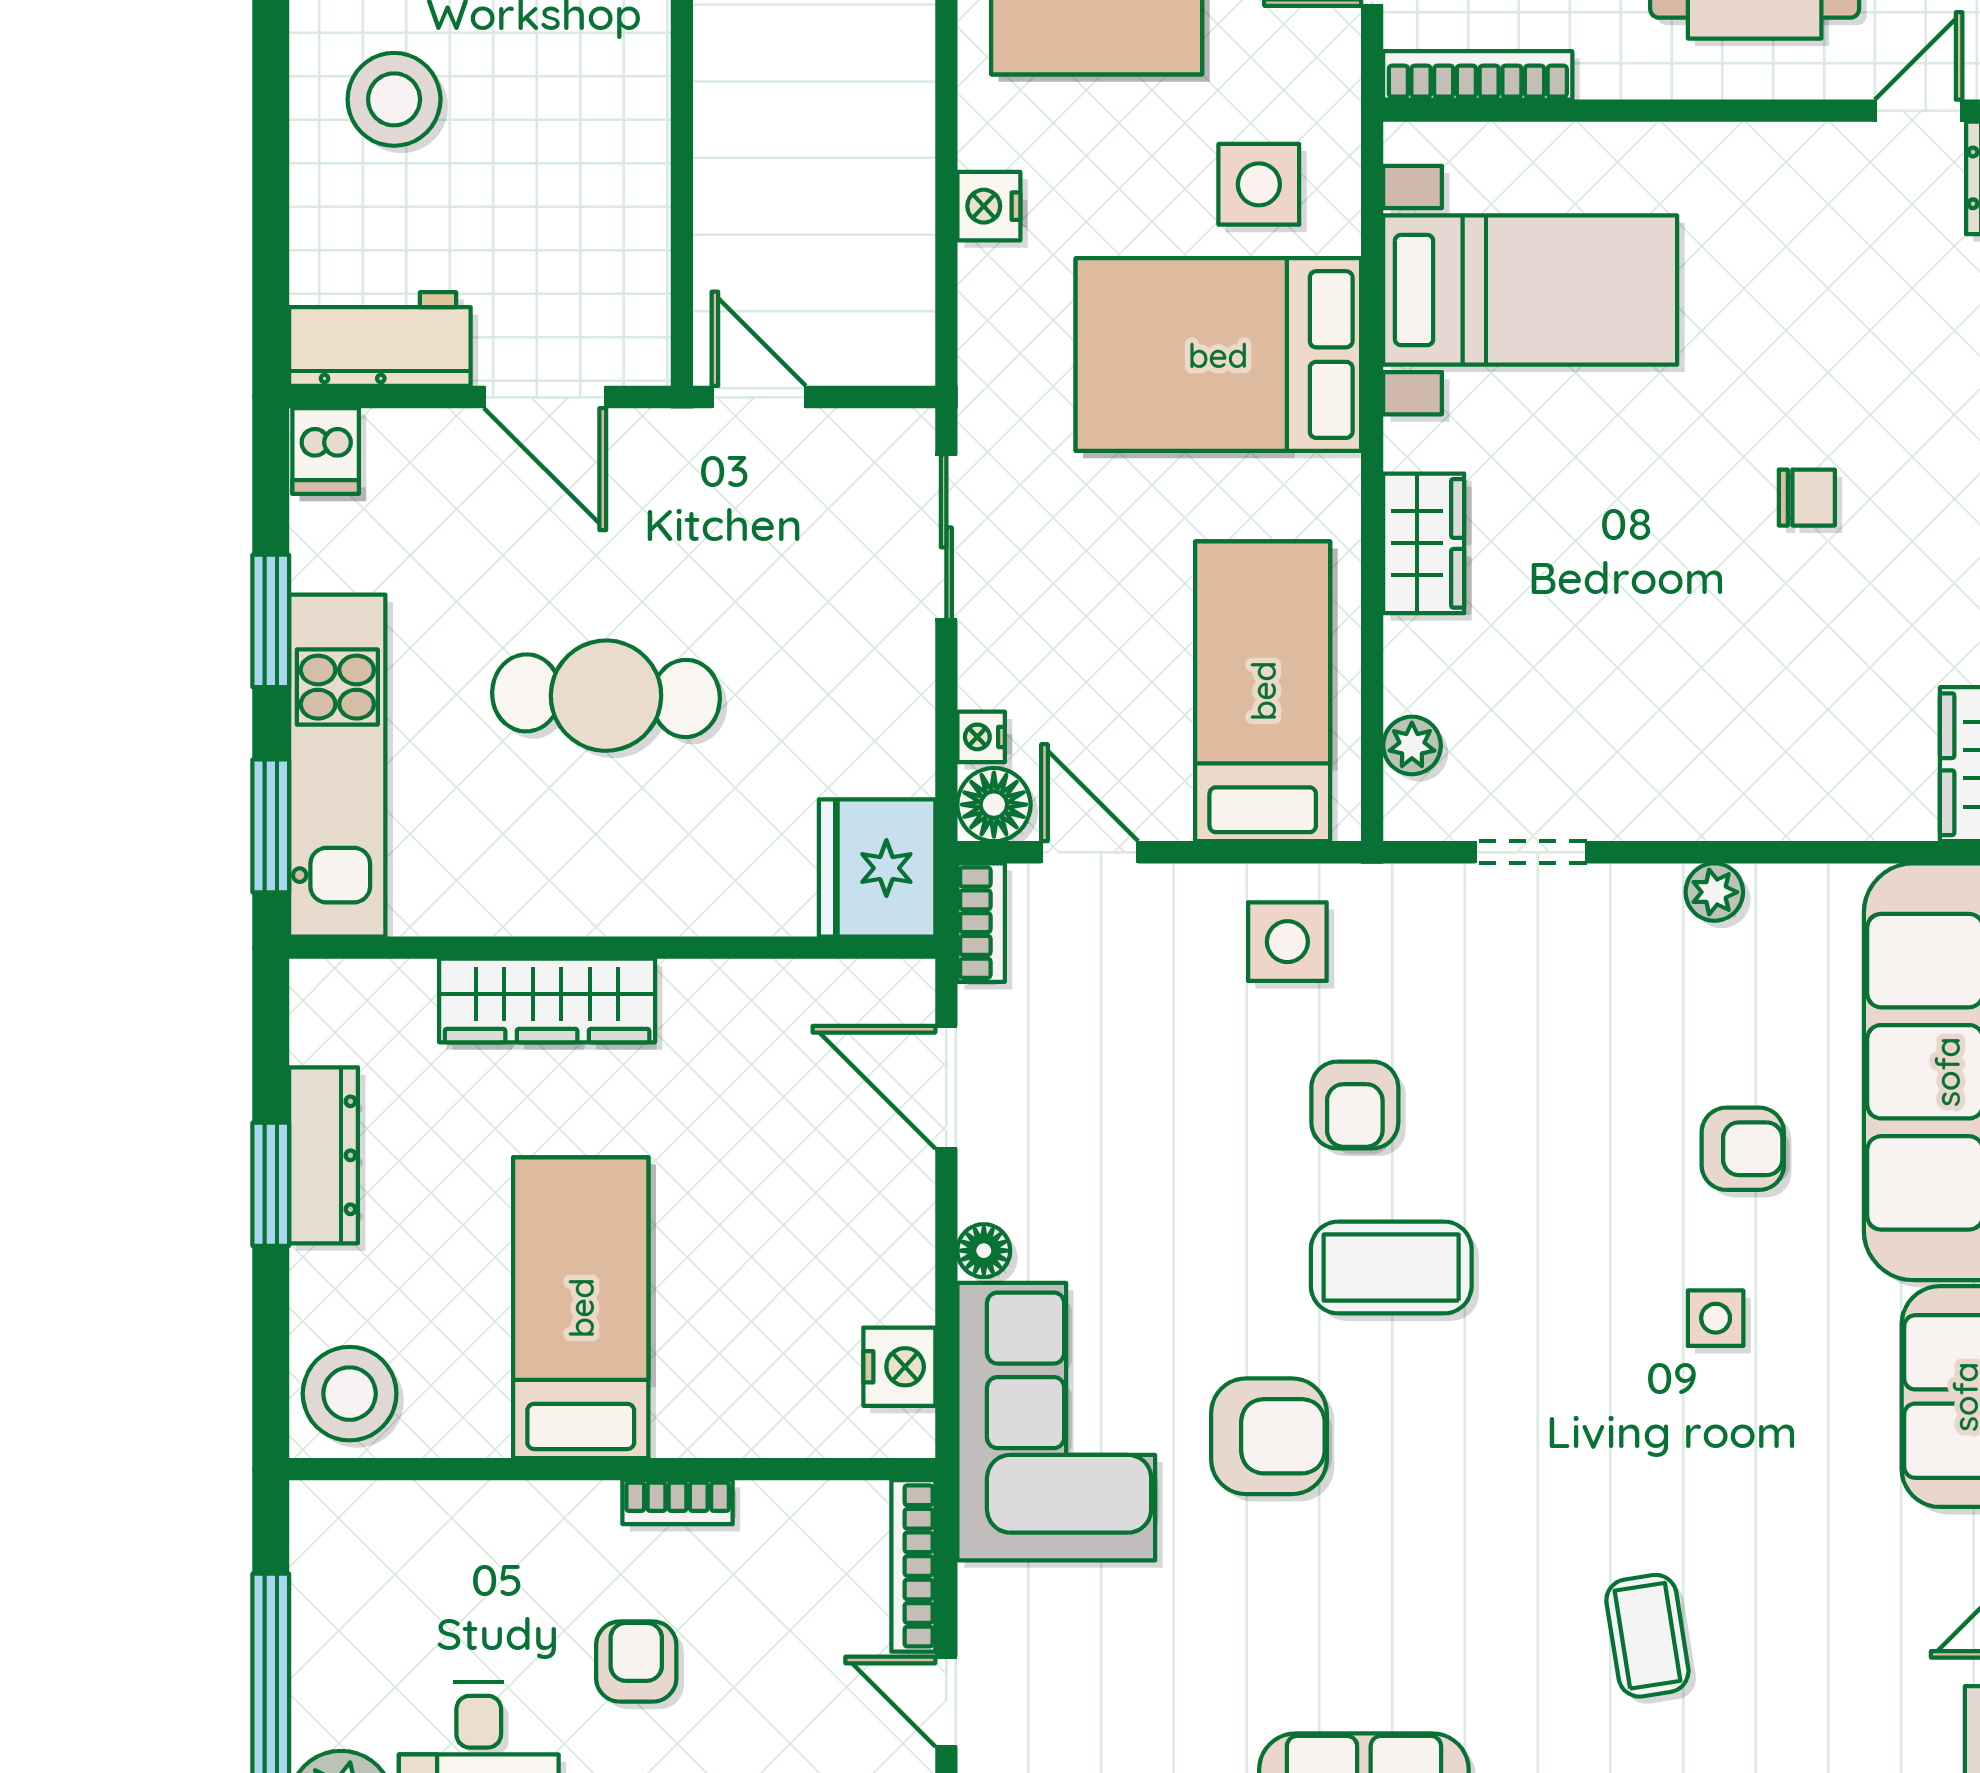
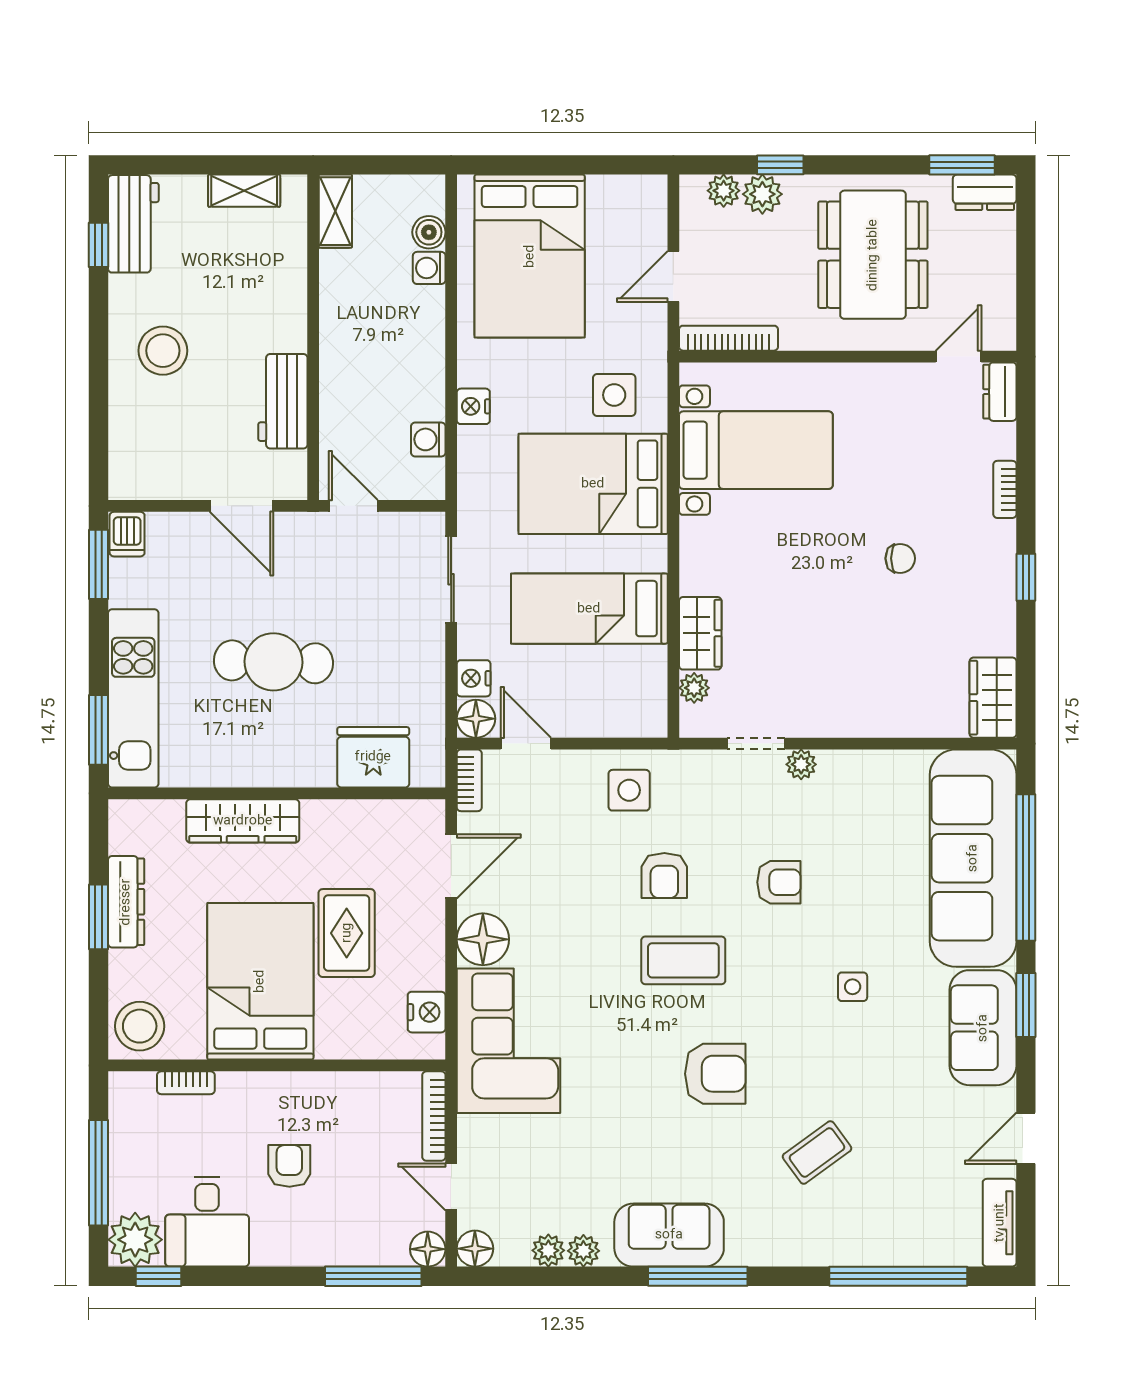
washing machine: (902, 270) -> (428, 439), added
workbench: (380, 339) -> (283, 401), moved, turned -90
wardrobe: (1424, 543) -> (700, 633), moved
window: (271, 621) -> (99, 564), moved
bed: (1263, 691) -> (589, 609), moved, turned -90
nightstand: (981, 737) -> (474, 678), width x1.39, depth x1.35
fridge: (877, 868) -> (373, 757), moved, turned 90
plant: (1714, 892) -> (801, 764), moved
door: (946, 1087) -> (451, 866), swing flipped
armchair: (1743, 1149) -> (779, 882), moved
rug: (746, 1215) -> (347, 933), added
floor lamp: (984, 1251) -> (483, 939), width x1.89, depth x1.89
bed: (581, 1308) -> (260, 981), width x1.50
armchair: (1269, 1436) -> (715, 1074), moved
bookcase: (678, 1502) -> (186, 1083), moved
coffee table: (1647, 1636) -> (817, 1152), turned 63

